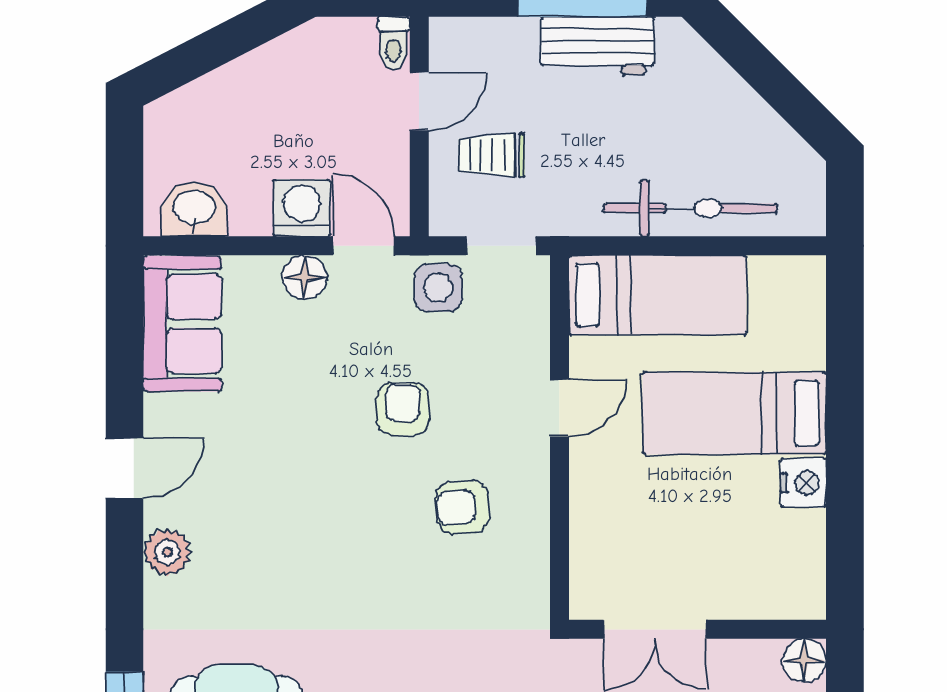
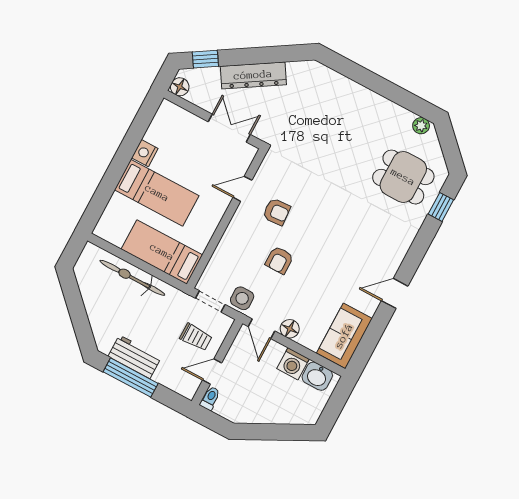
washing machine: (302, 208) -> (293, 364), moved
door: (559, 408) -> (242, 189), moved
plant: (167, 552) -> (396, 254), removed

